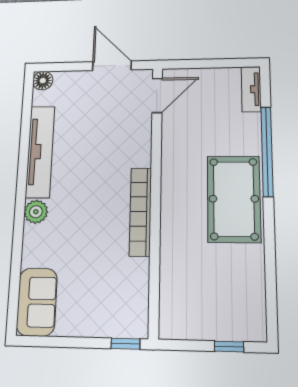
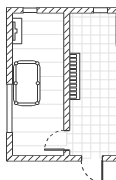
tv unit: (251, 89) -> (17, 31), moved
window: (125, 344) -> (100, 10), moved

